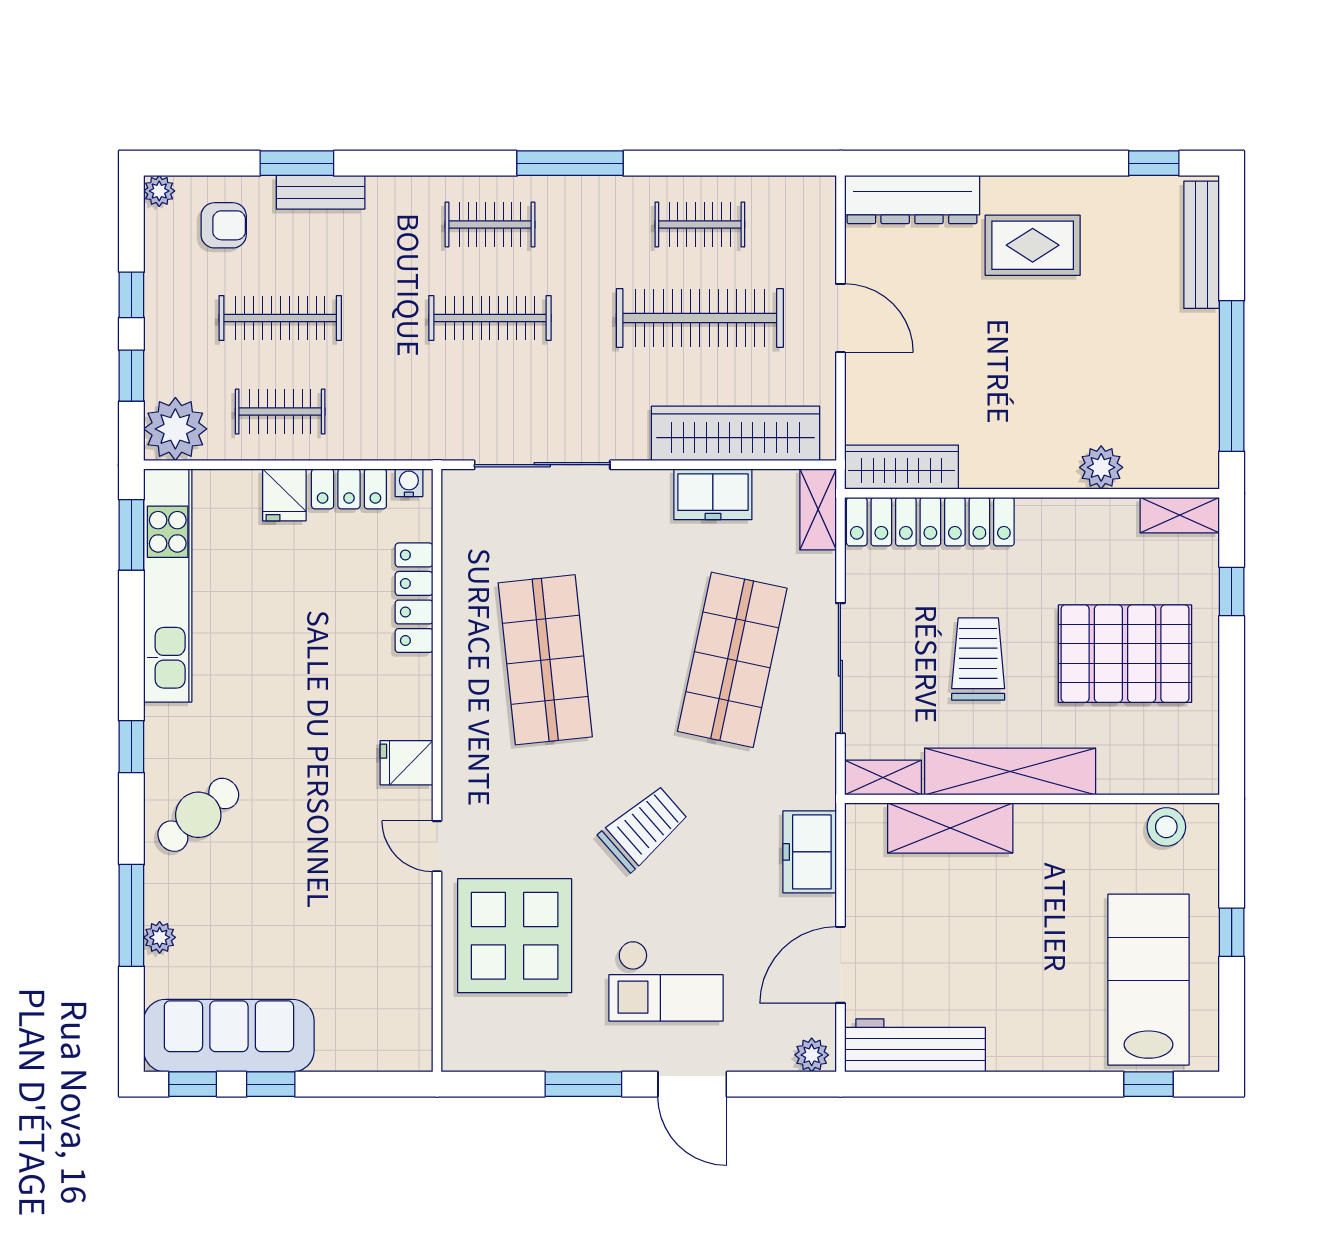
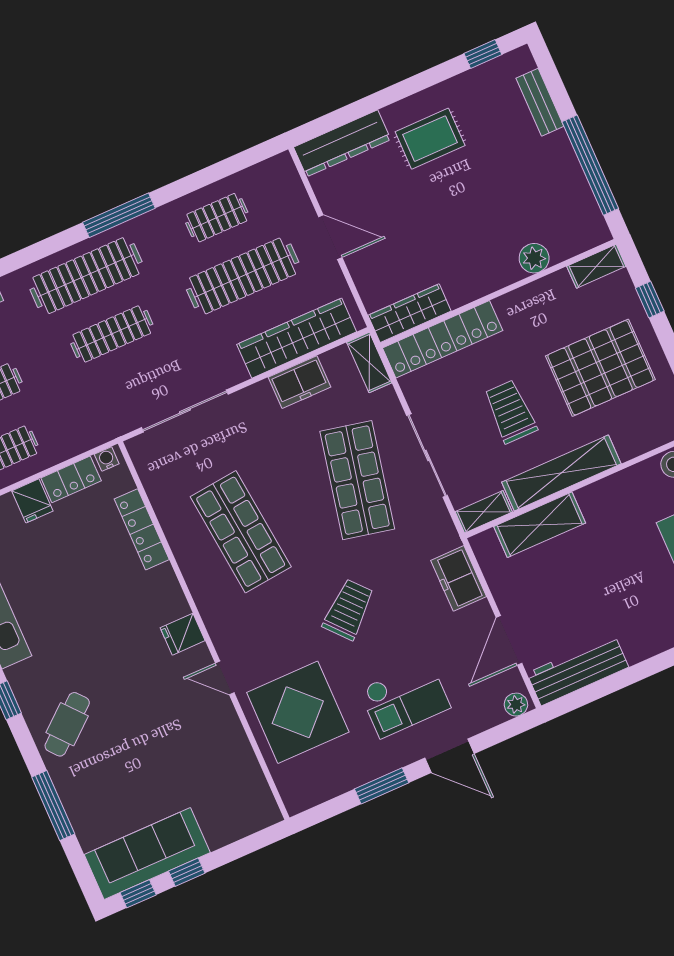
clothes rail: (490, 224) -> (86, 276), width x1.86, depth x1.31
bench: (1202, 245) -> (540, 102), width x0.73
plant: (160, 937) -> (77, 811), removed

